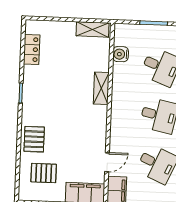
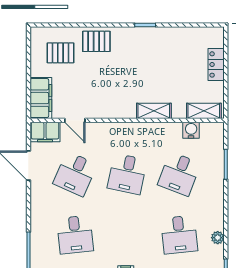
shelving: (92, 29) -> (204, 111), moved, turned 90
locker: (32, 49) -> (216, 64), moved, turned 90
pallet: (44, 173) -> (60, 53), turned 90

